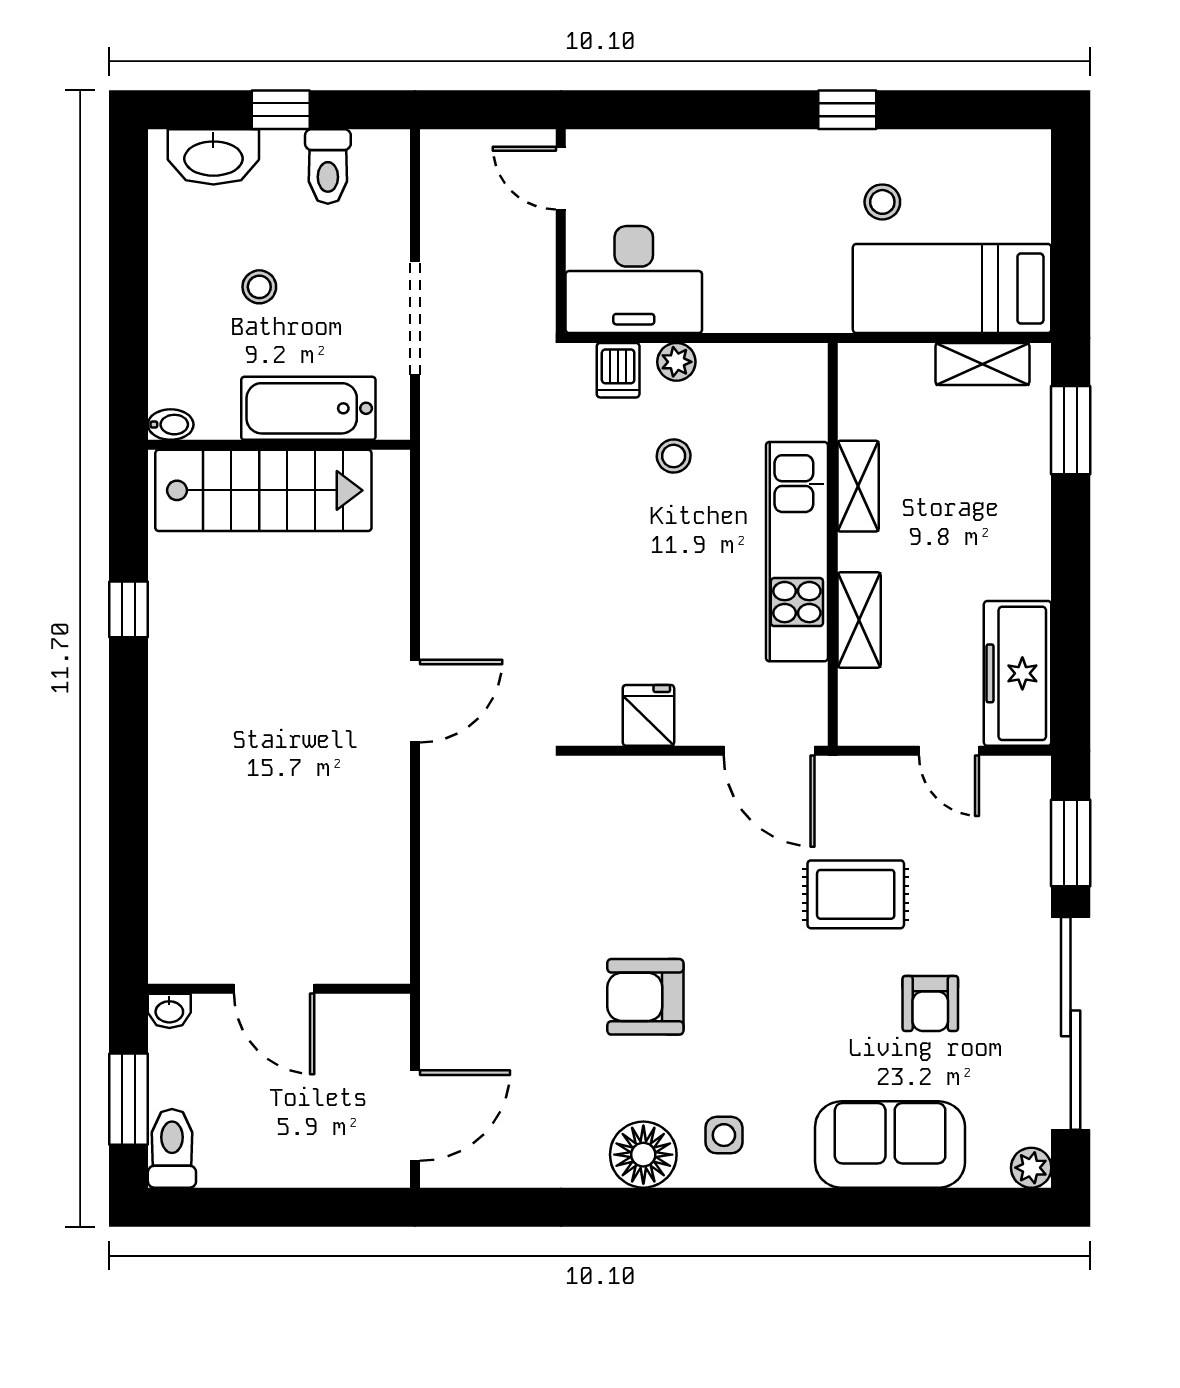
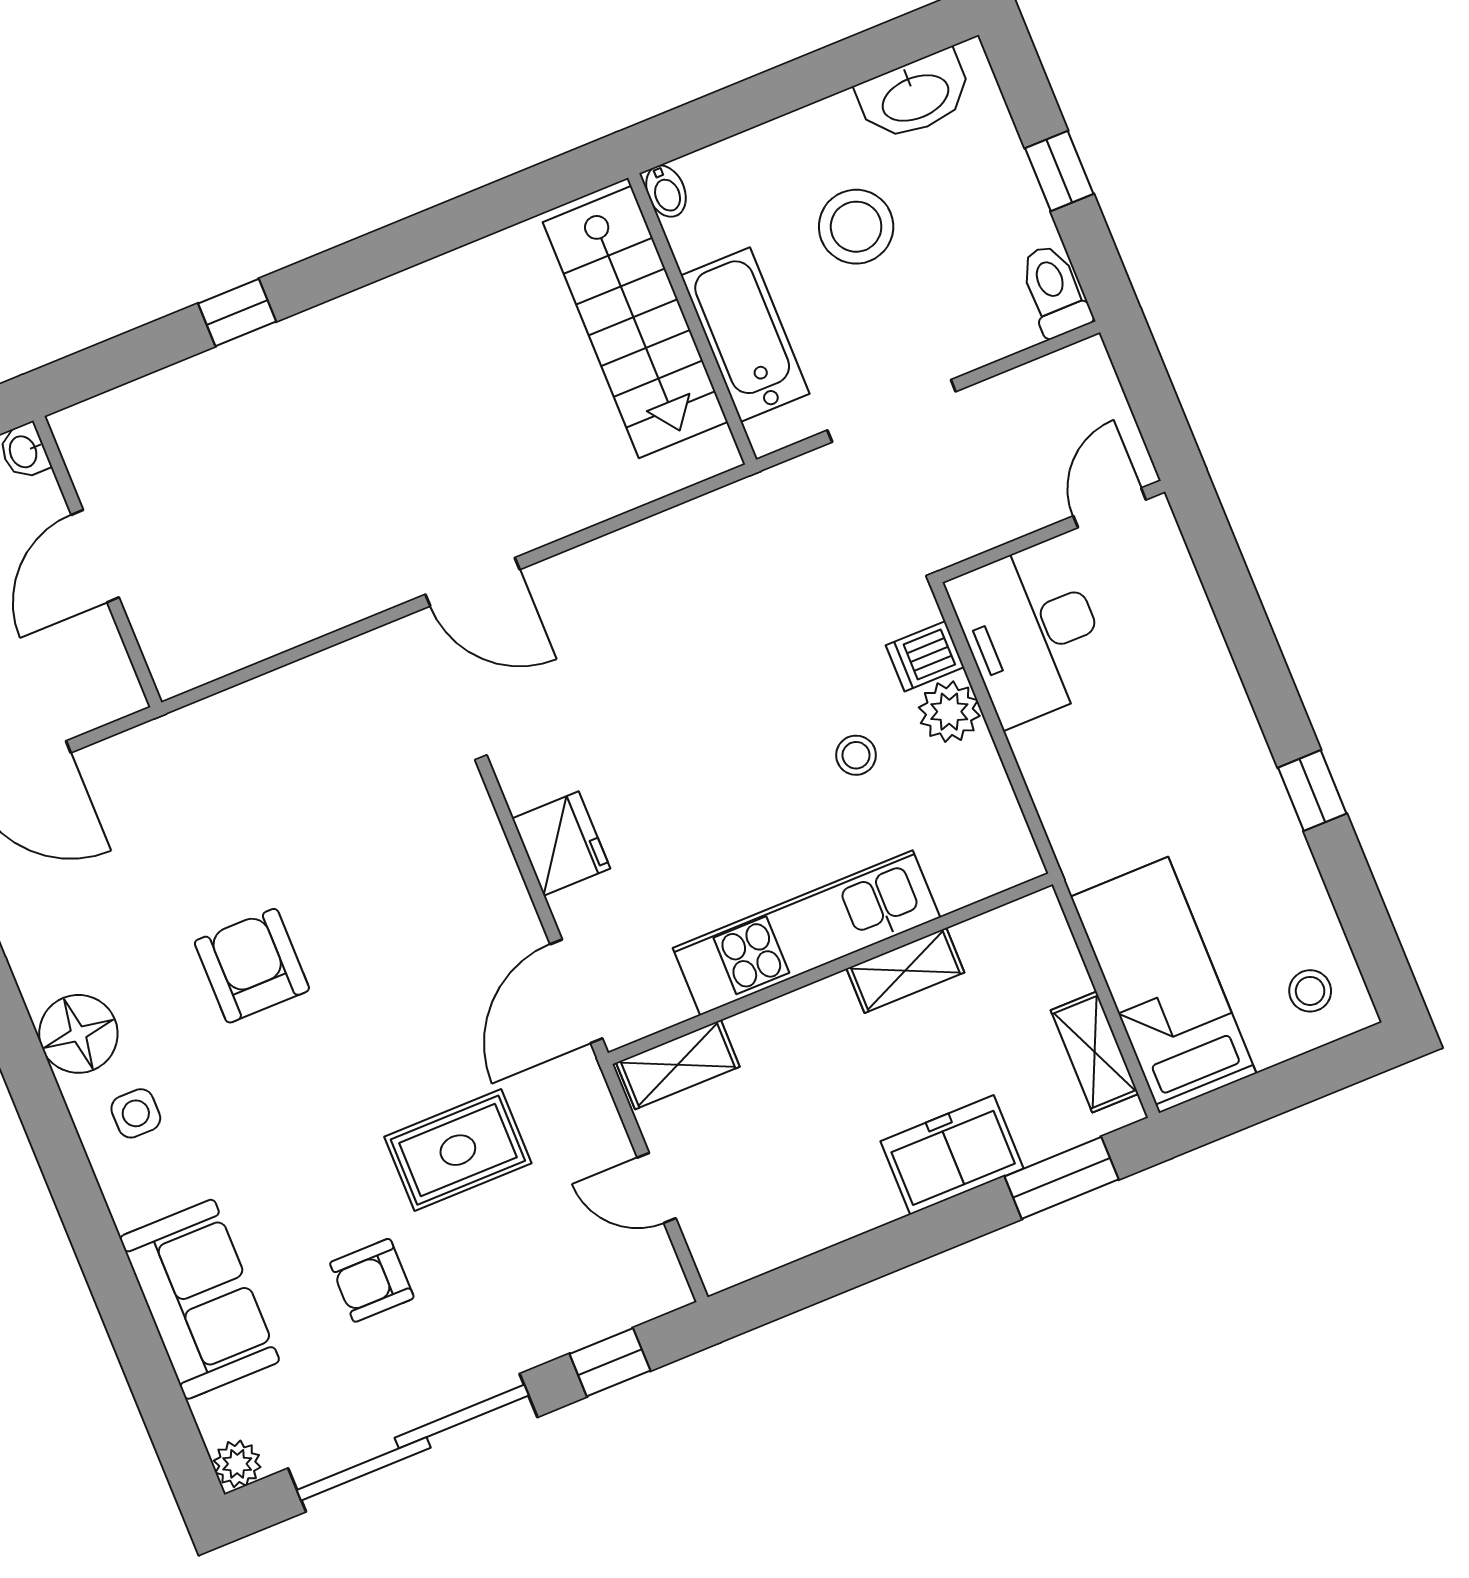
washbasin: (213, 157) -> (915, 96), moved, turned -90
toilet: (328, 167) -> (1054, 291), moved, turned 90
stool: (882, 202) -> (1310, 991), moved
stool: (259, 287) -> (856, 227), width x1.89, depth x1.89
plant: (676, 362) -> (949, 712), width x1.38, depth x1.38
window: (129, 609) -> (237, 312), moved
shelving: (859, 620) -> (678, 1065), moved
freezer: (1018, 673) -> (952, 1155), moved, width x0.71
fridge: (648, 715) -> (561, 843), width x1.38
door: (949, 751) -> (657, 1188), hinge flipped
window: (1071, 843) -> (610, 1362), width x0.67
rug: (856, 894) -> (458, 1150), turned 90

